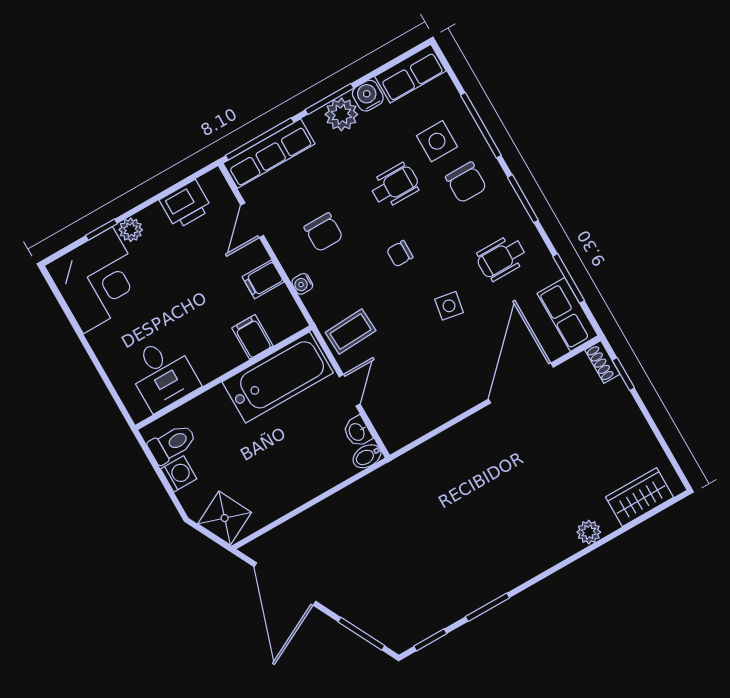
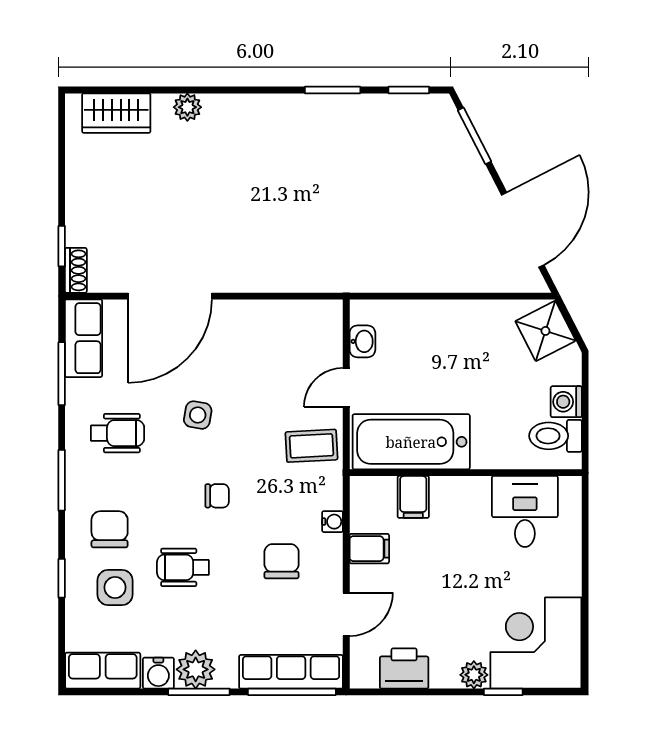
window: (481, 125) -> (62, 578), width x0.46
bidet: (367, 456) -> (367, 311), removed

